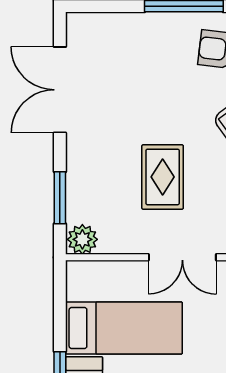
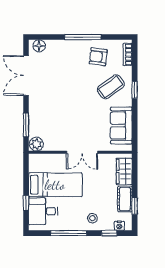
floor lamp: (89, 25) -> (39, 46), added
rug: (163, 177) -> (73, 115), removed

